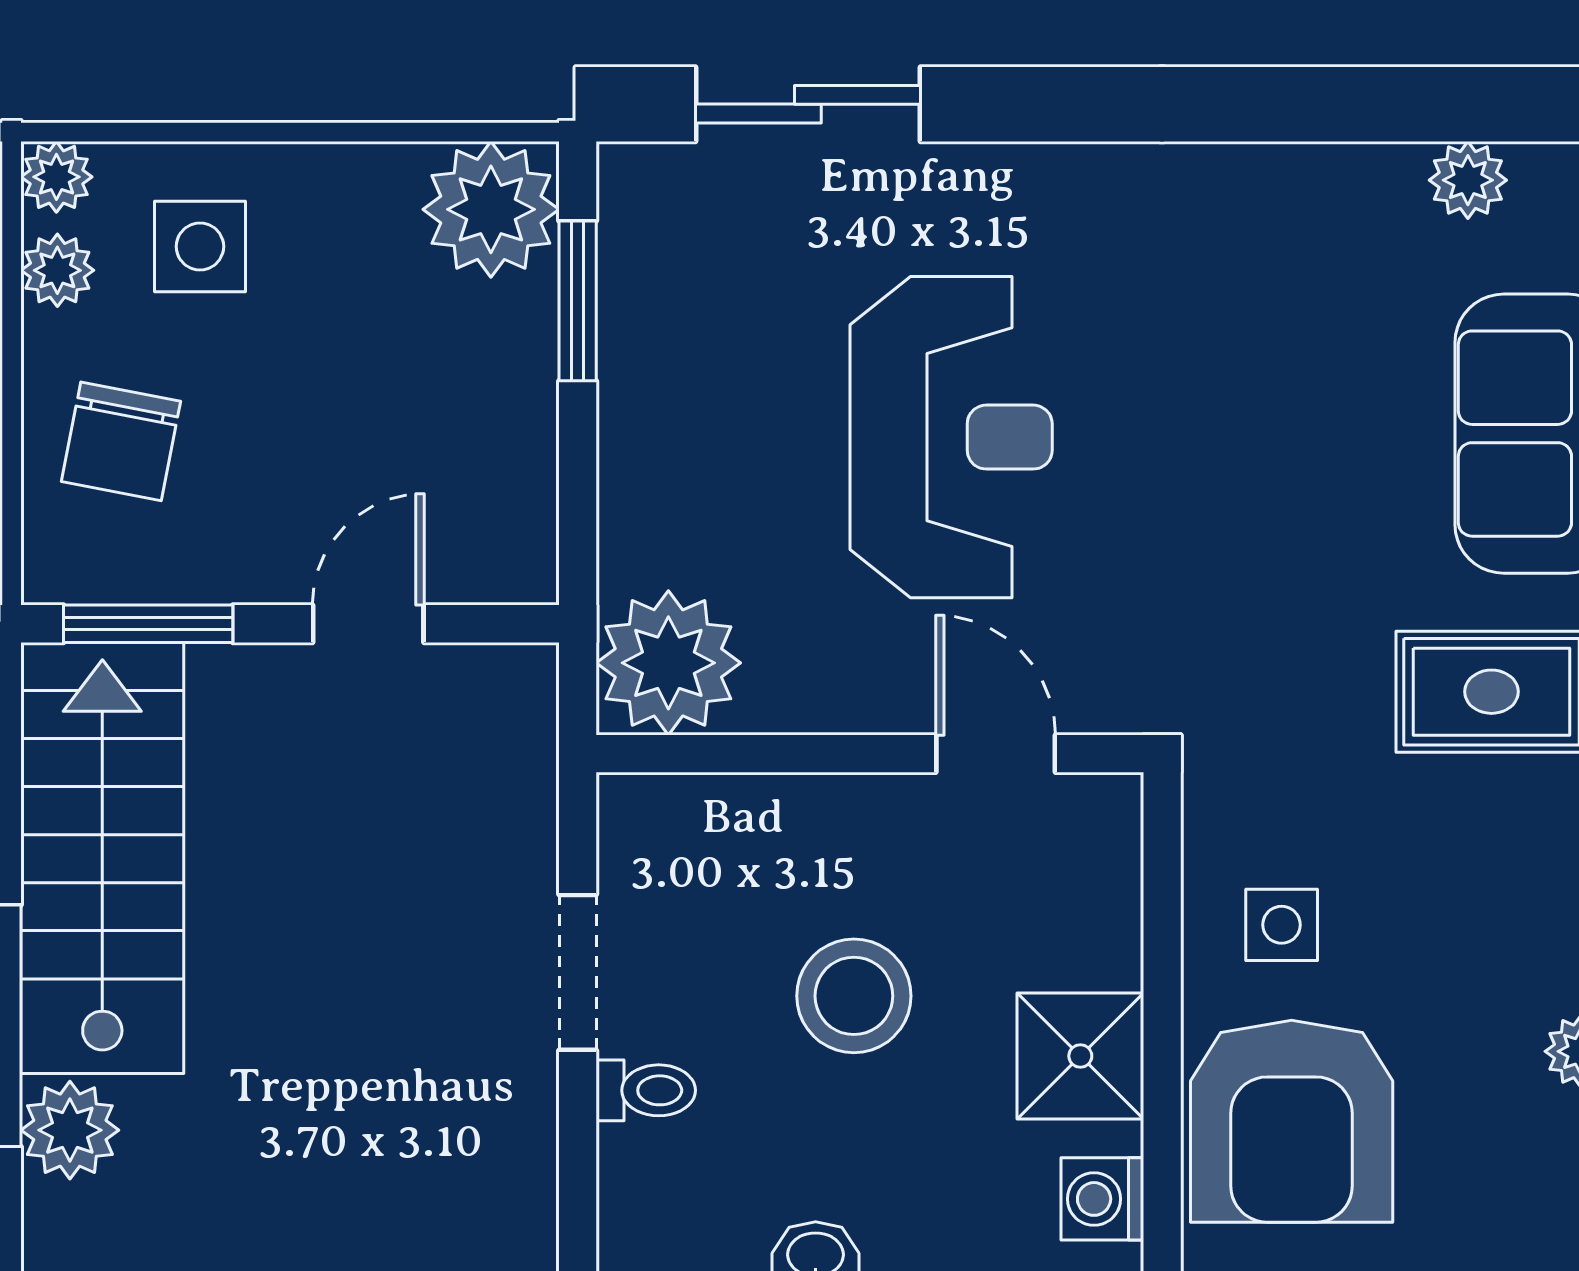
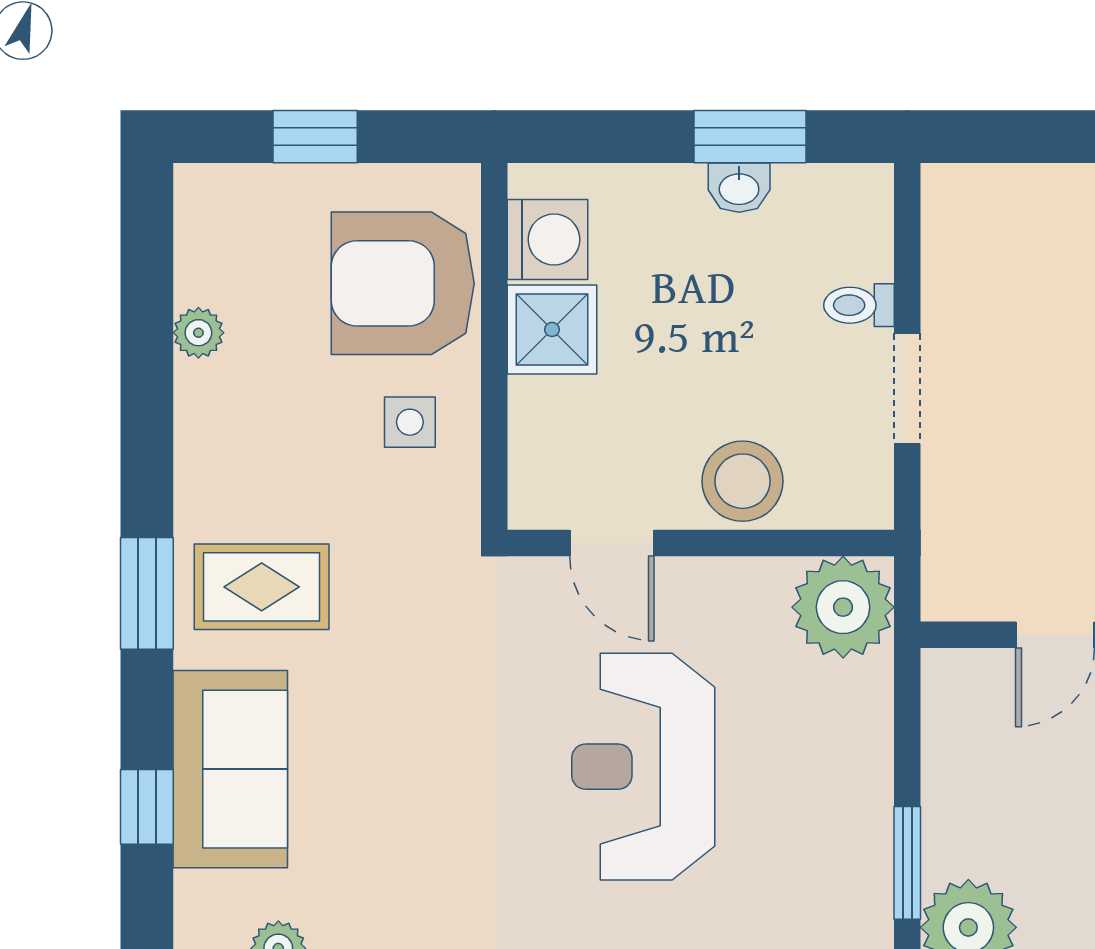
stool: (854, 996) -> (743, 481), moved
armchair: (1292, 1121) -> (403, 283), turned -90
washing machine: (1102, 1199) -> (548, 239), width x1.38, depth x1.38

